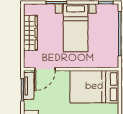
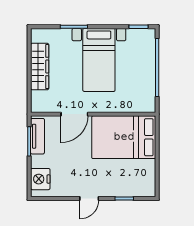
door: (45, 69) -> (74, 114), moved

